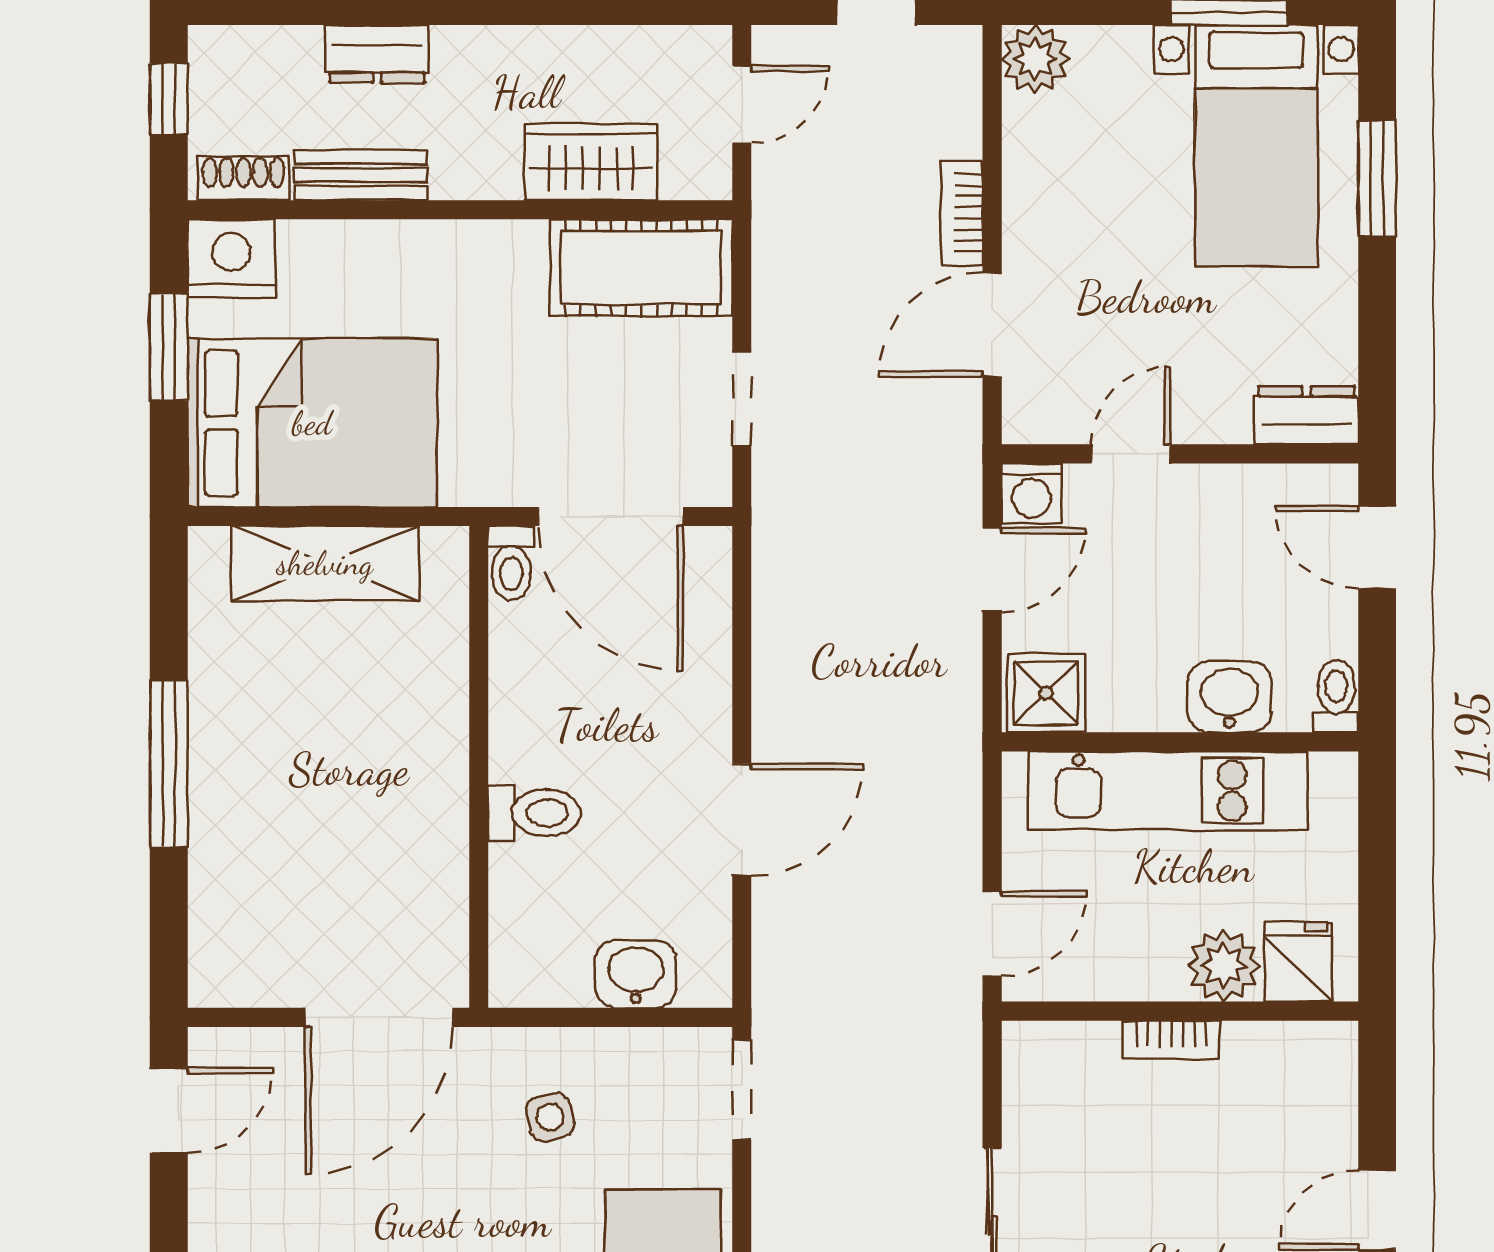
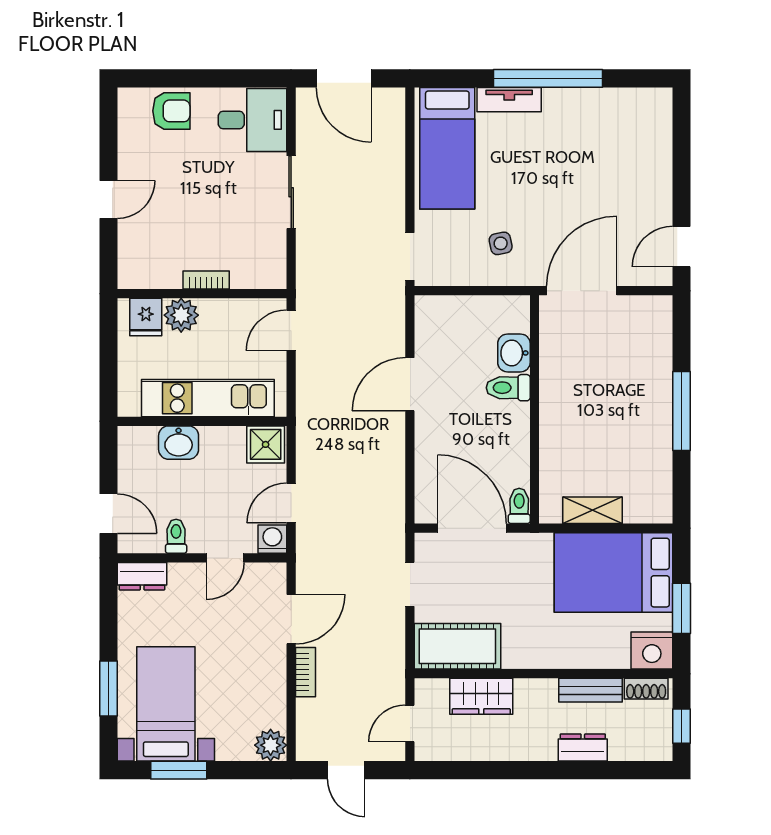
shelving: (325, 563) -> (593, 510), width x0.67, depth x0.75
toilet: (1336, 696) -> (176, 536), moved, turned 180
washbasin: (636, 974) -> (514, 353), moved, turned 90

